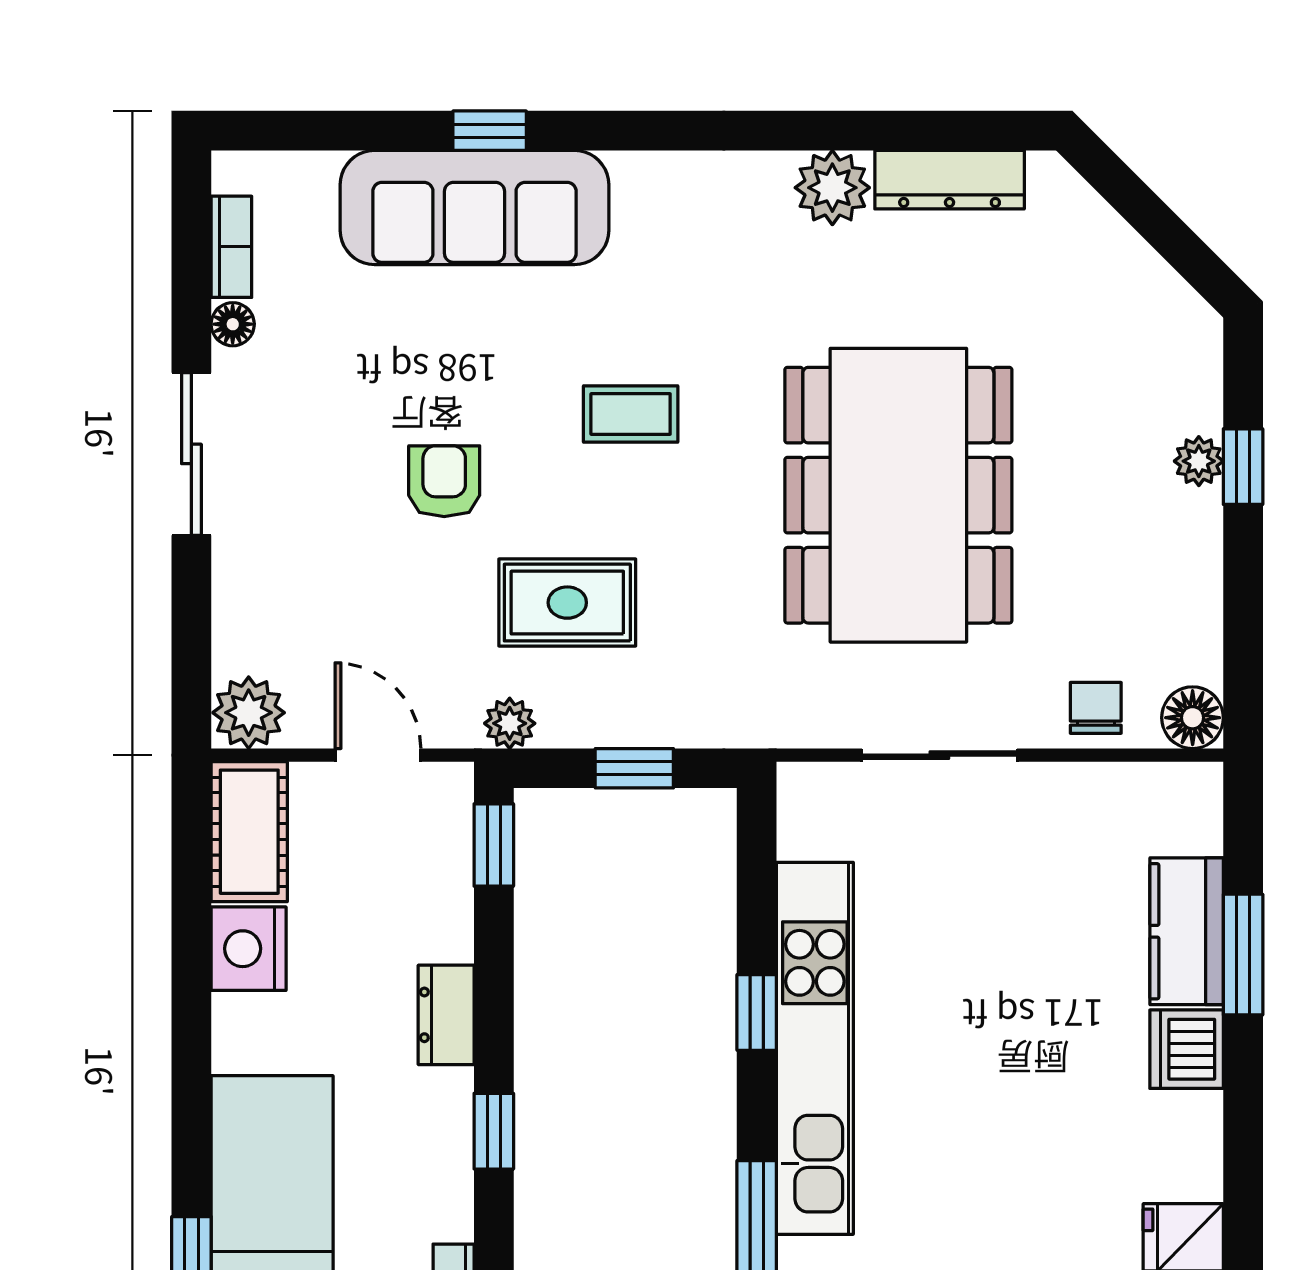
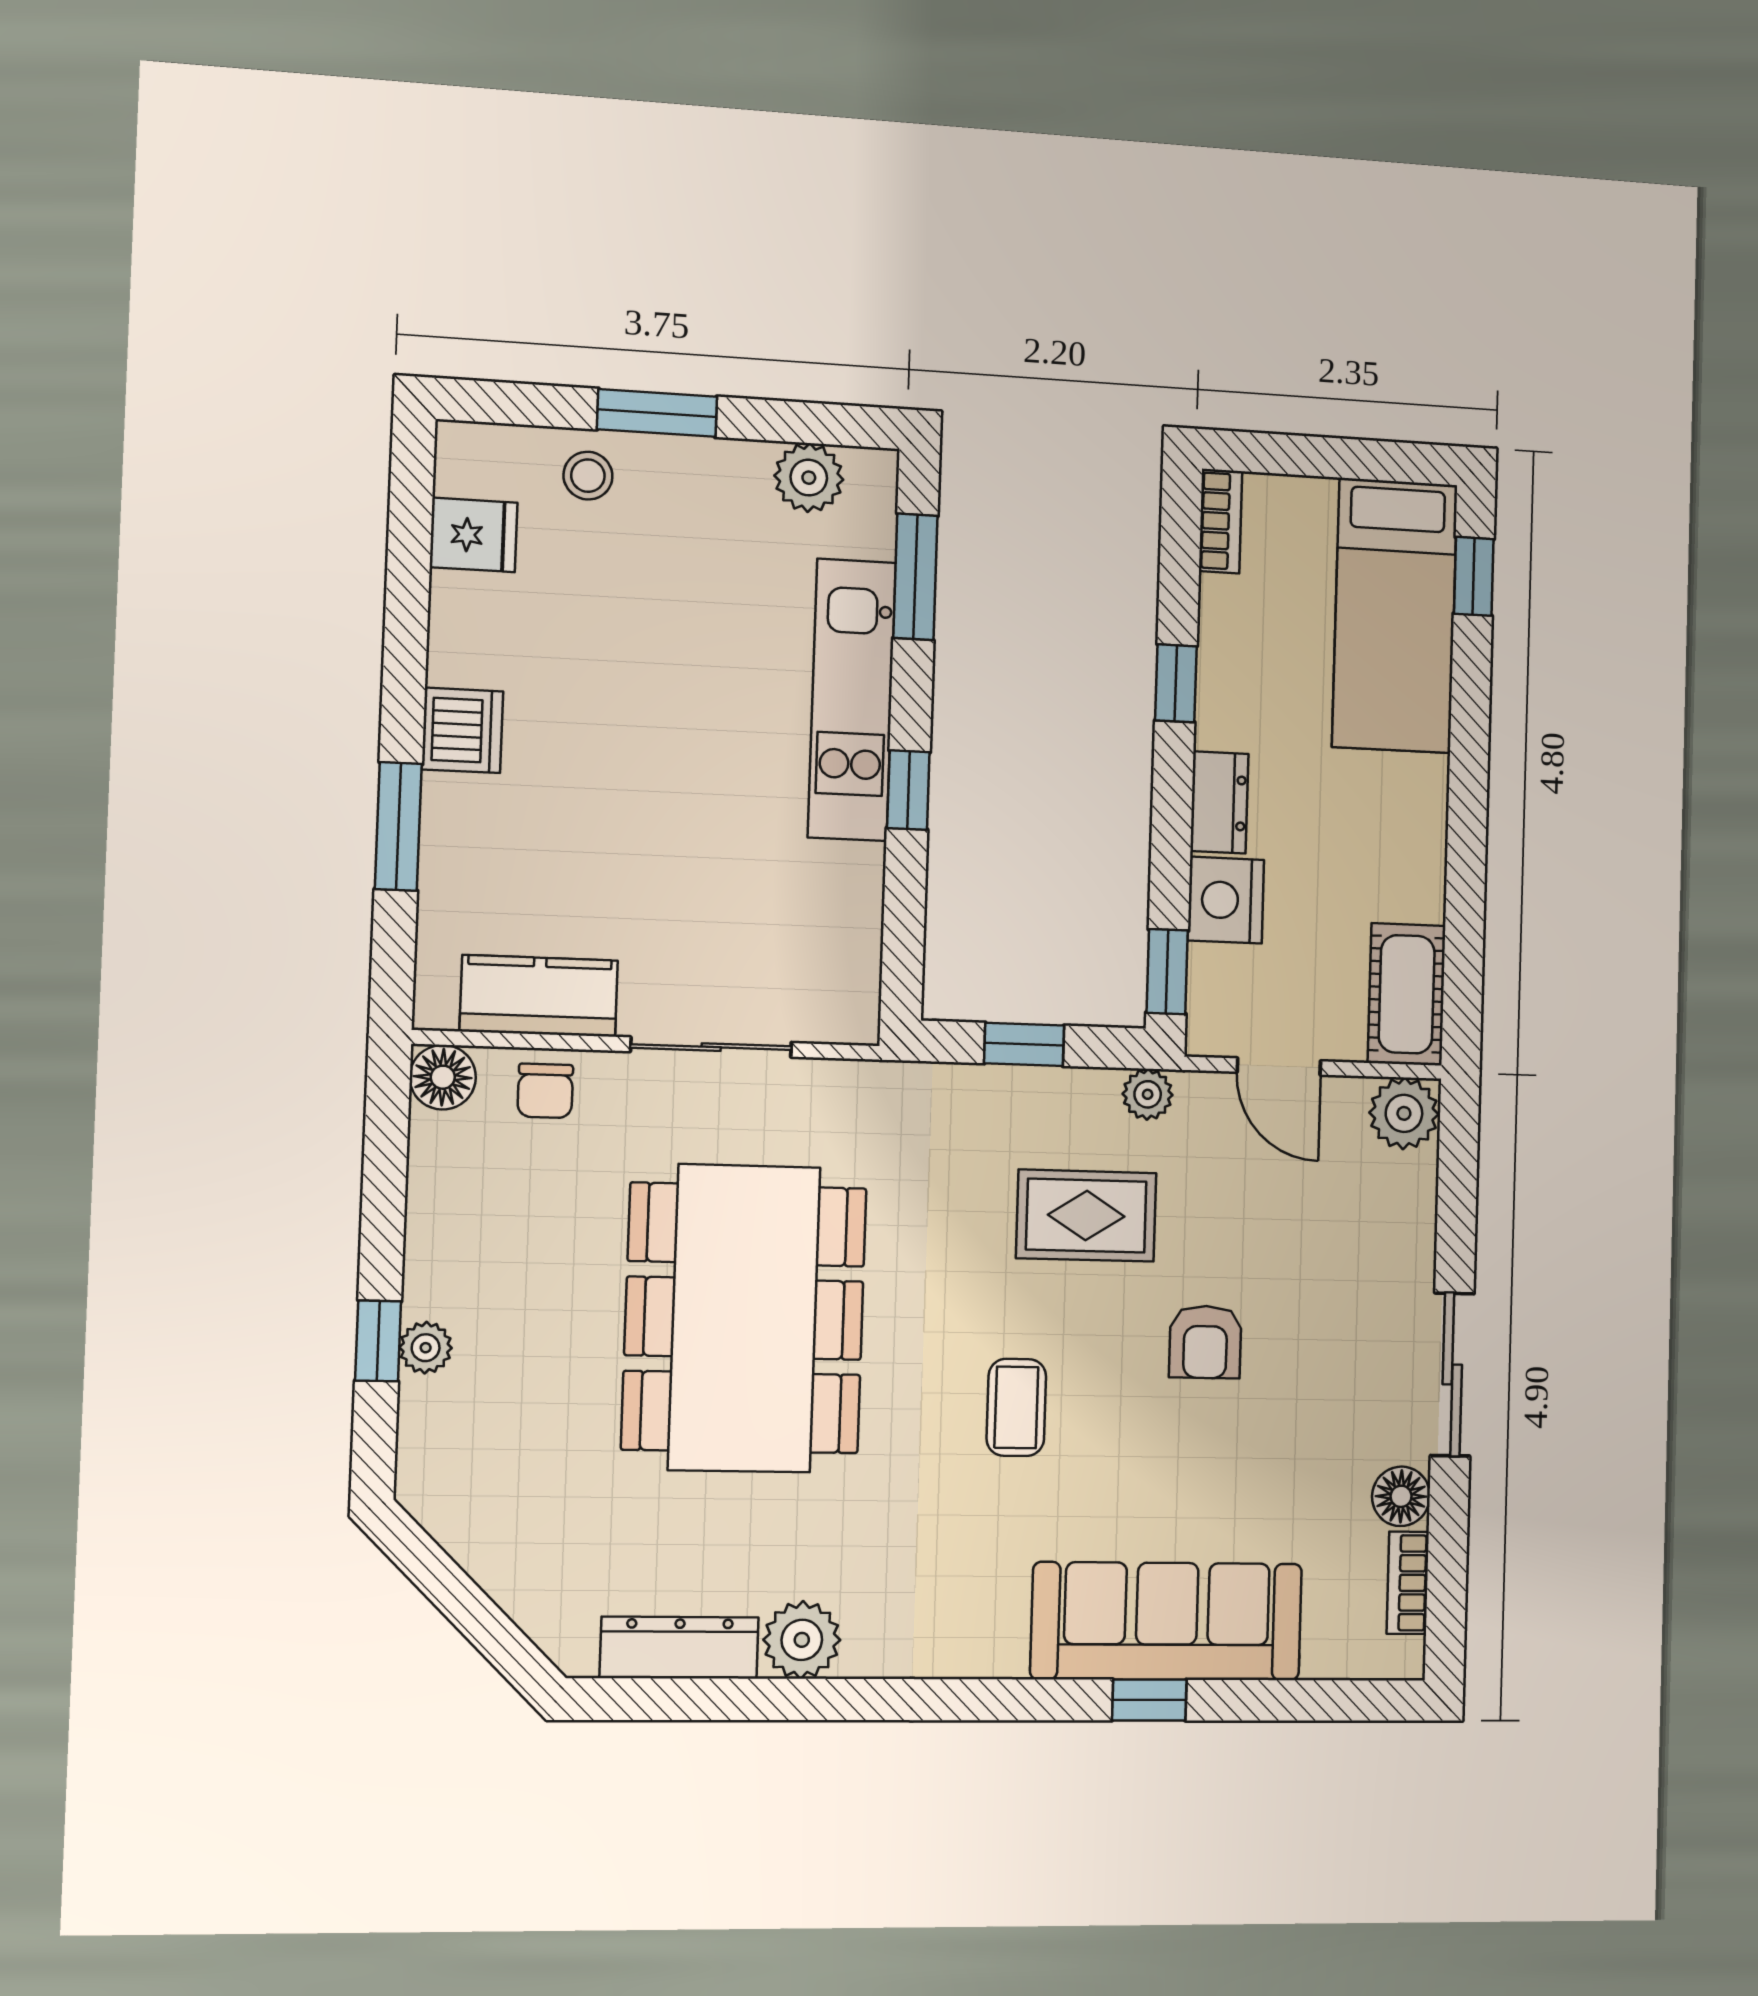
floor lamp: (233, 324) -> (1401, 1496), width x1.37, depth x1.37
coffee table: (631, 414) -> (1016, 1407), turned 90
kitchen counter: (1187, 931) -> (539, 996), moved, turned -90
nightstand: (249, 949) -> (1226, 900), moved, turned 180
kitchen unit: (815, 1048) -> (852, 700), width x0.73

